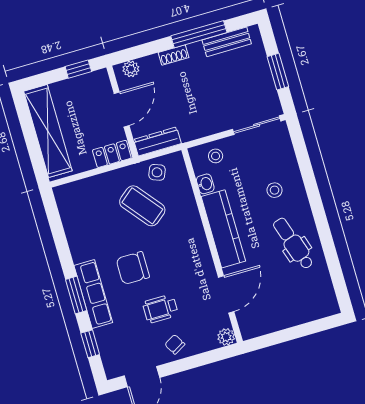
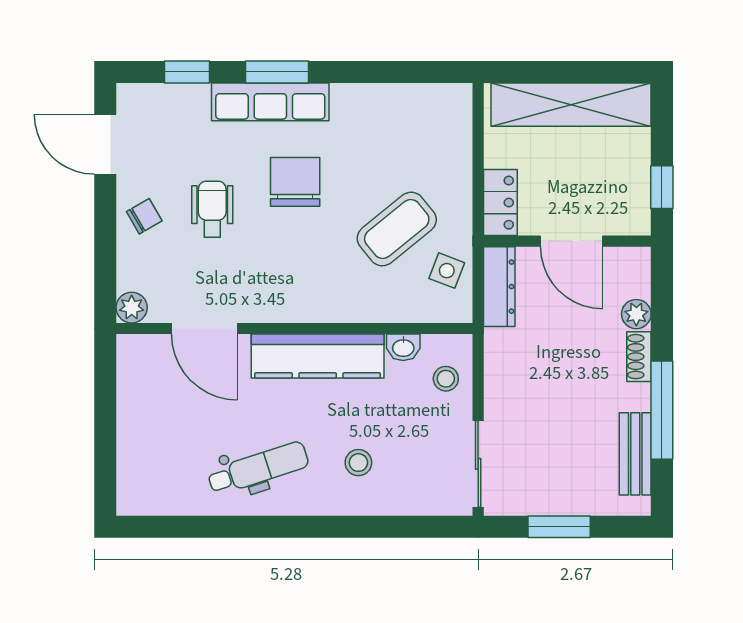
plant: (131, 69) -> (636, 314), moved

